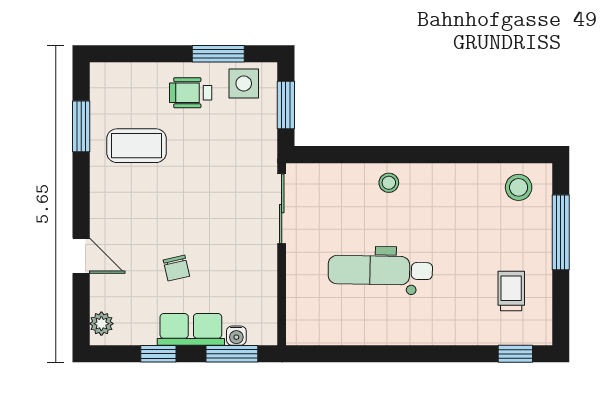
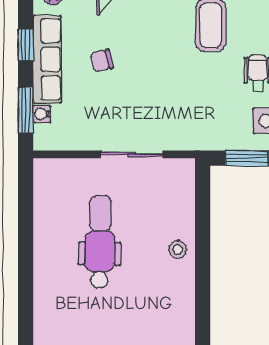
sliding door: (282, 209) -> (132, 154), moved
row of seats: (191, 329) -> (47, 59), width x1.48

